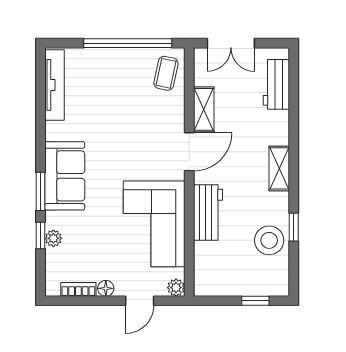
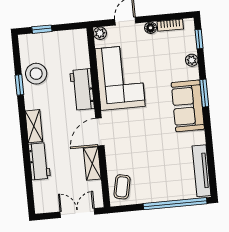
window: (128, 43) -> (175, 204), moved
workbench: (276, 84) -> (39, 161), moved
window: (40, 236) -> (199, 39), moved

